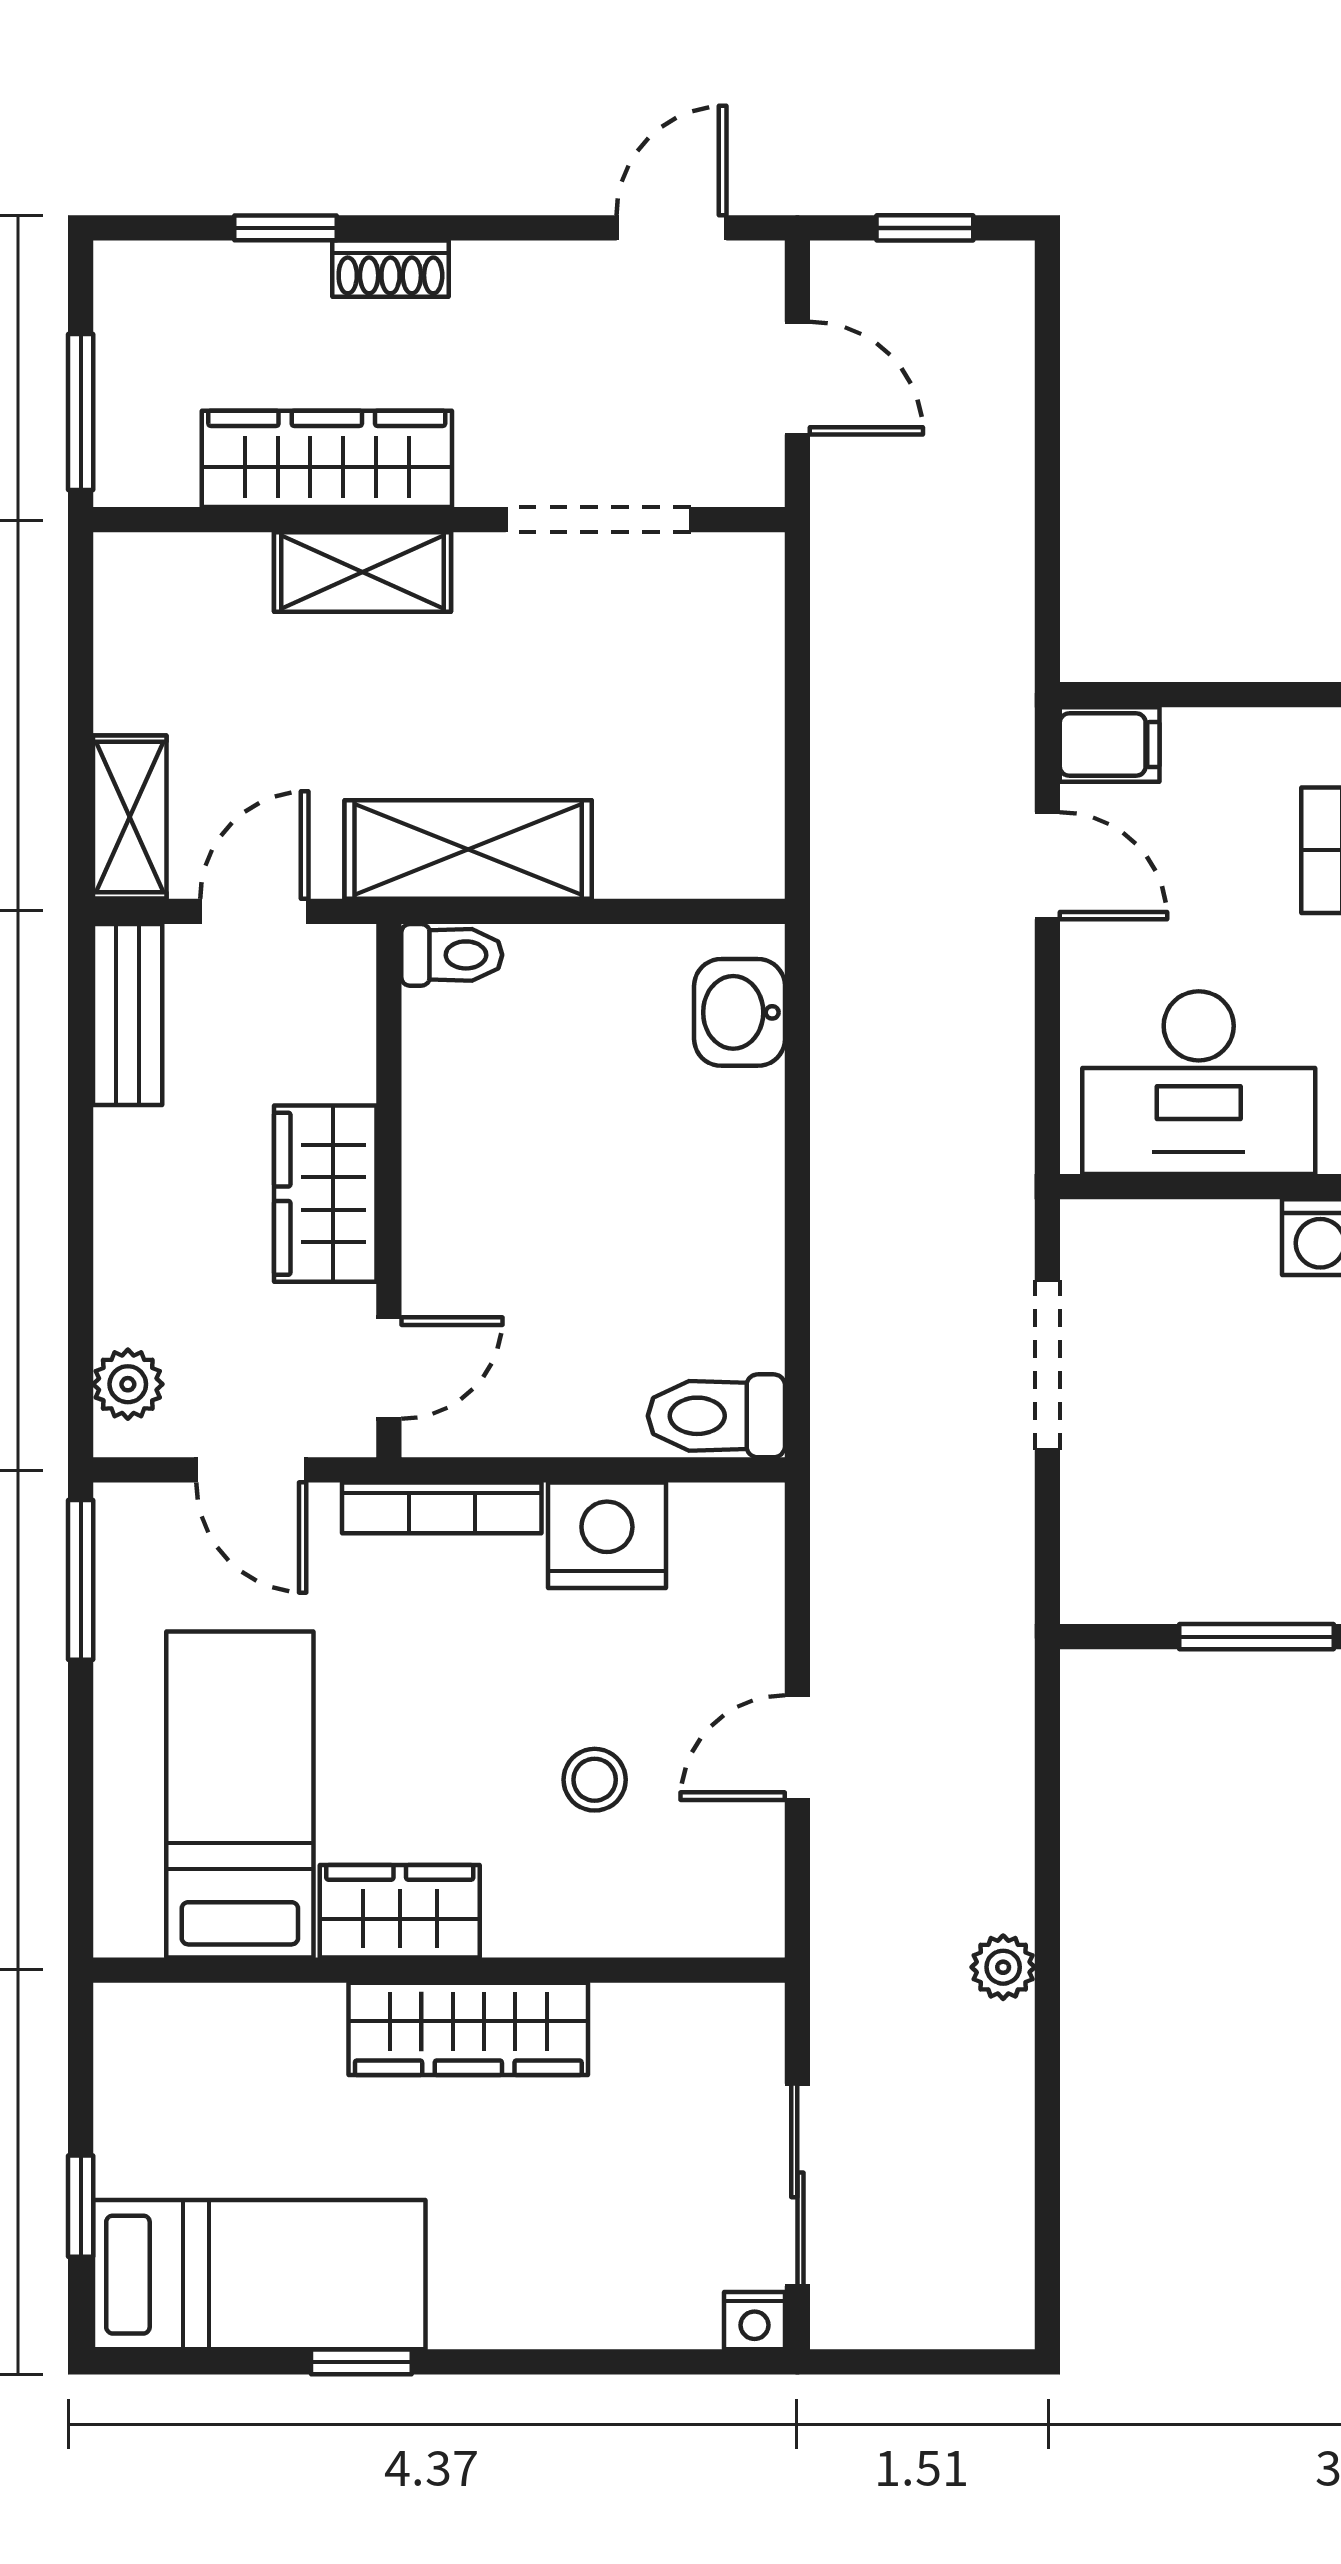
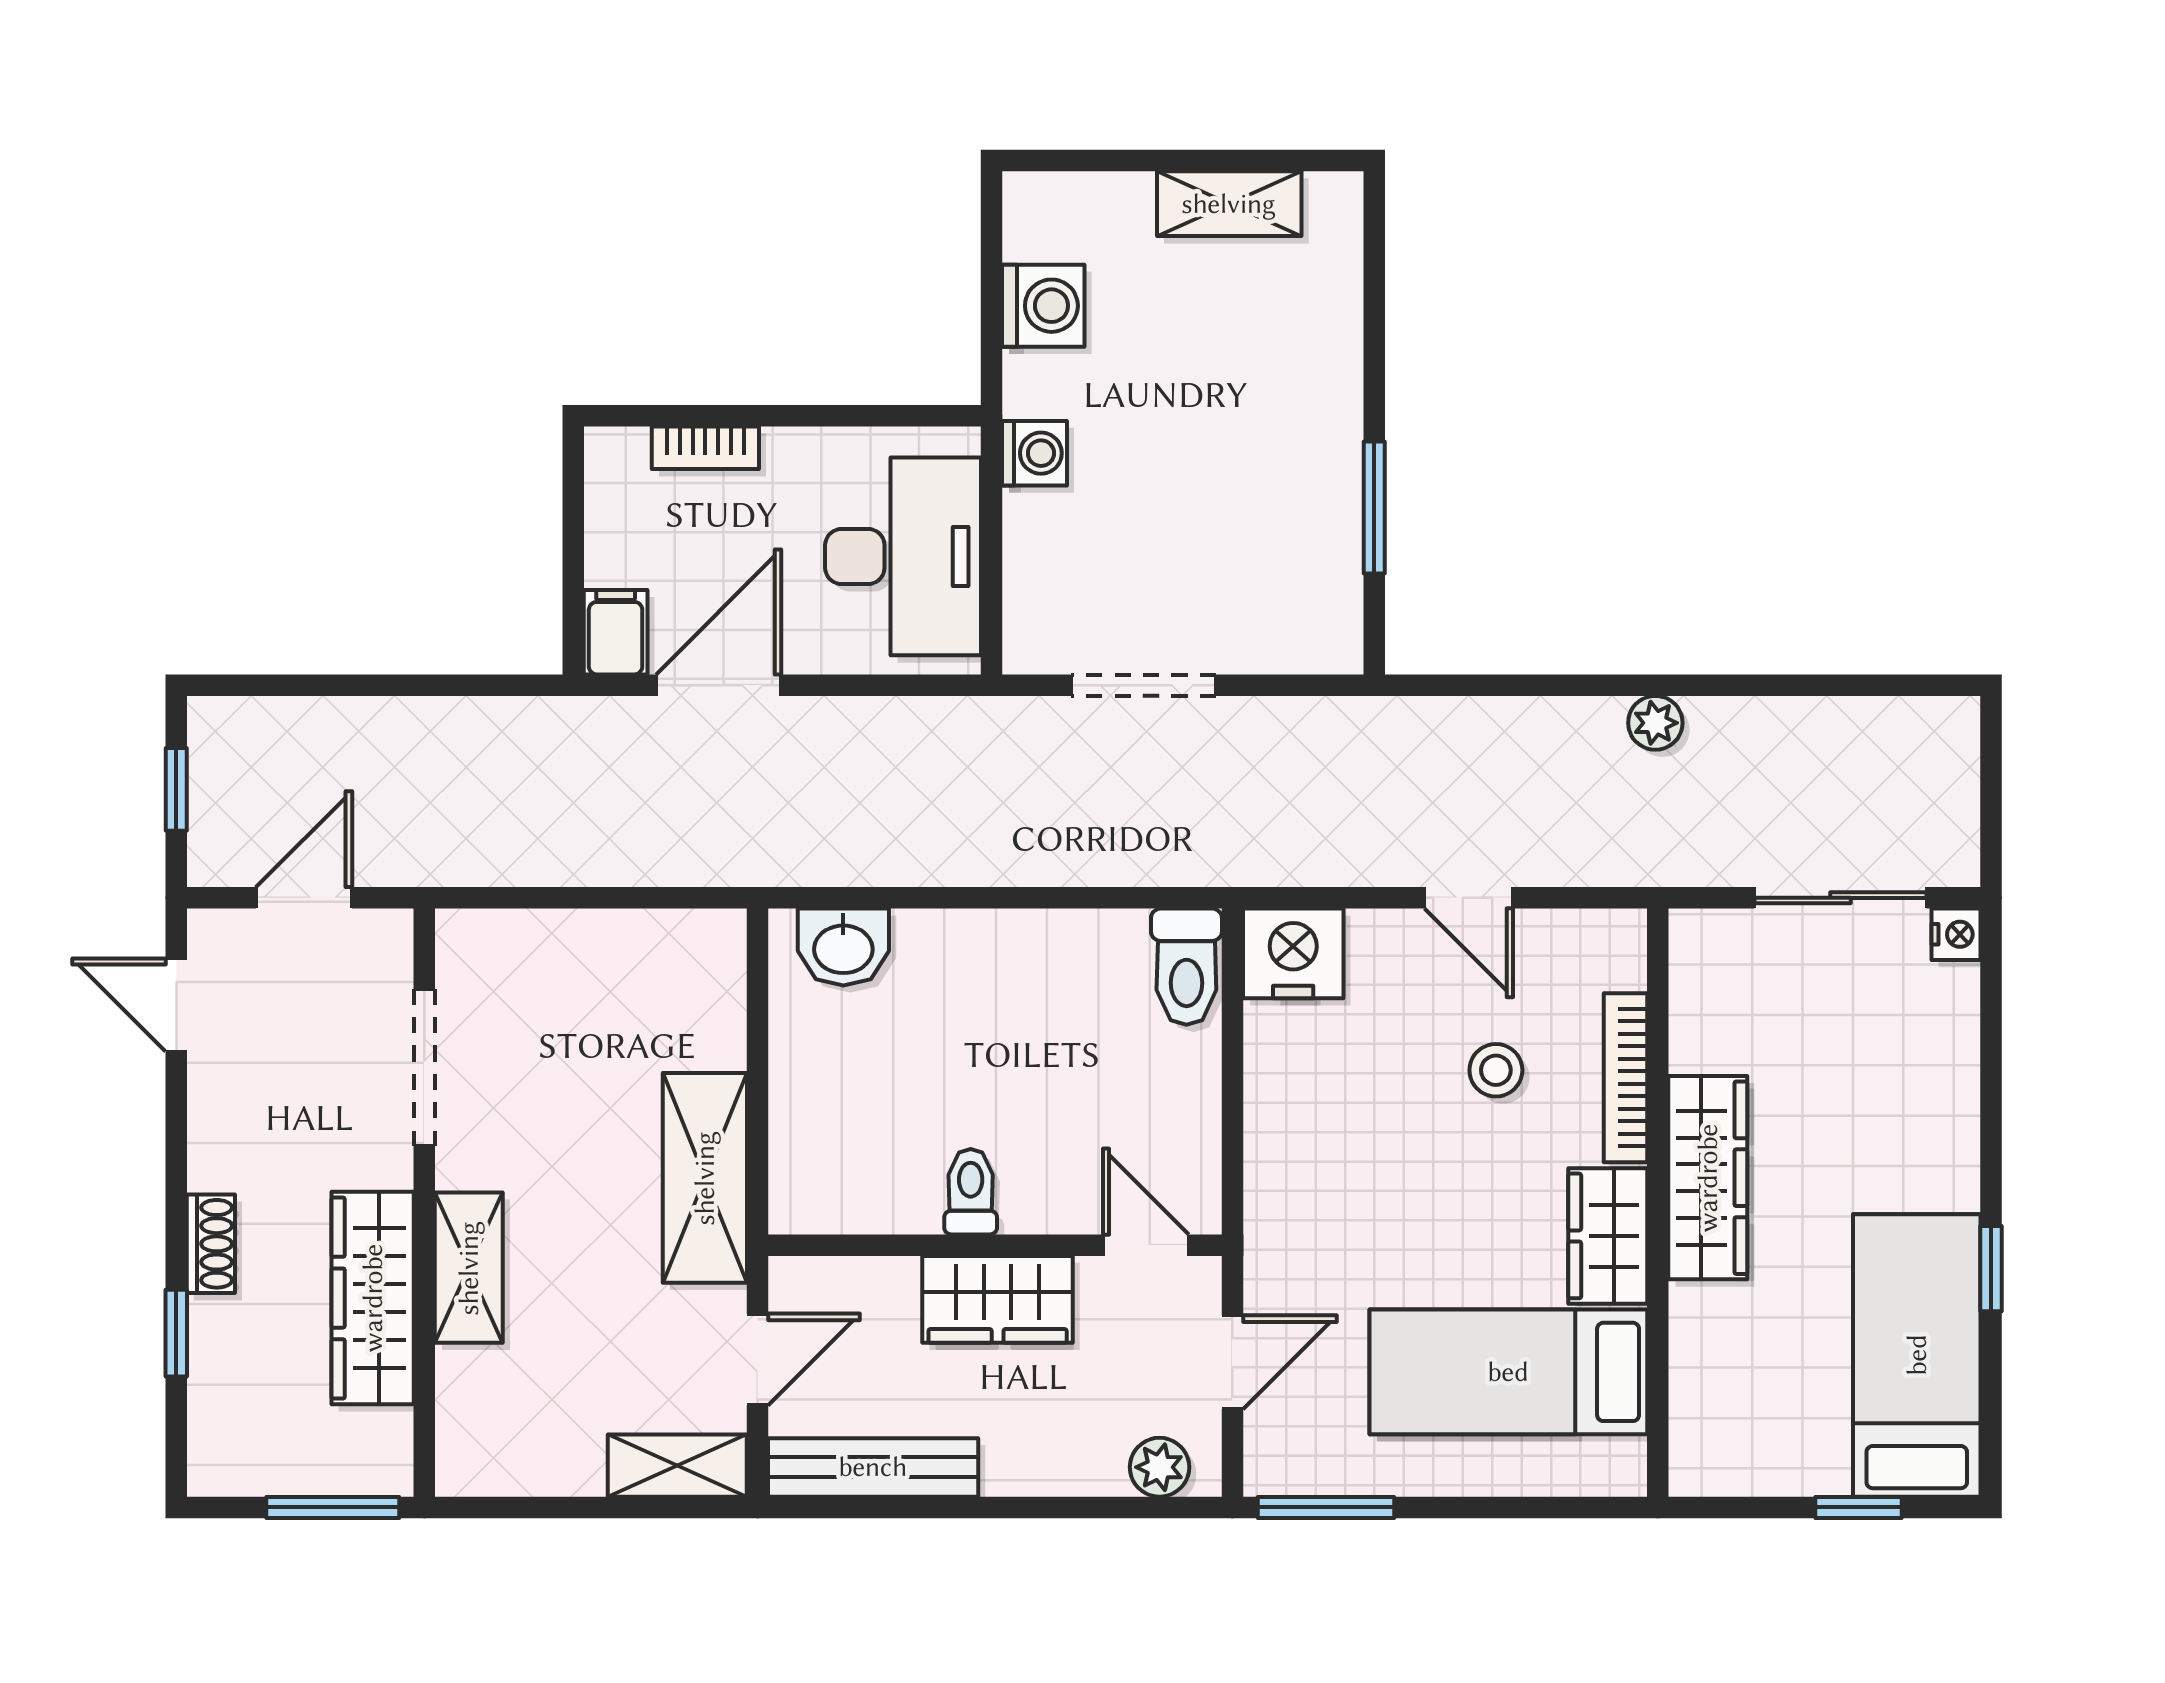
door: (1047, 866) -> (719, 685), width x1.38
door: (254, 911) -> (758, 1360), swing flipped
toilet: (452, 955) -> (971, 1192), moved
bench: (128, 1014) -> (873, 1467), width x1.36
bookcase: (442, 1508) -> (1625, 1078), moved, turned 180
nightstand: (607, 1535) -> (1293, 953), moved, turned 90

